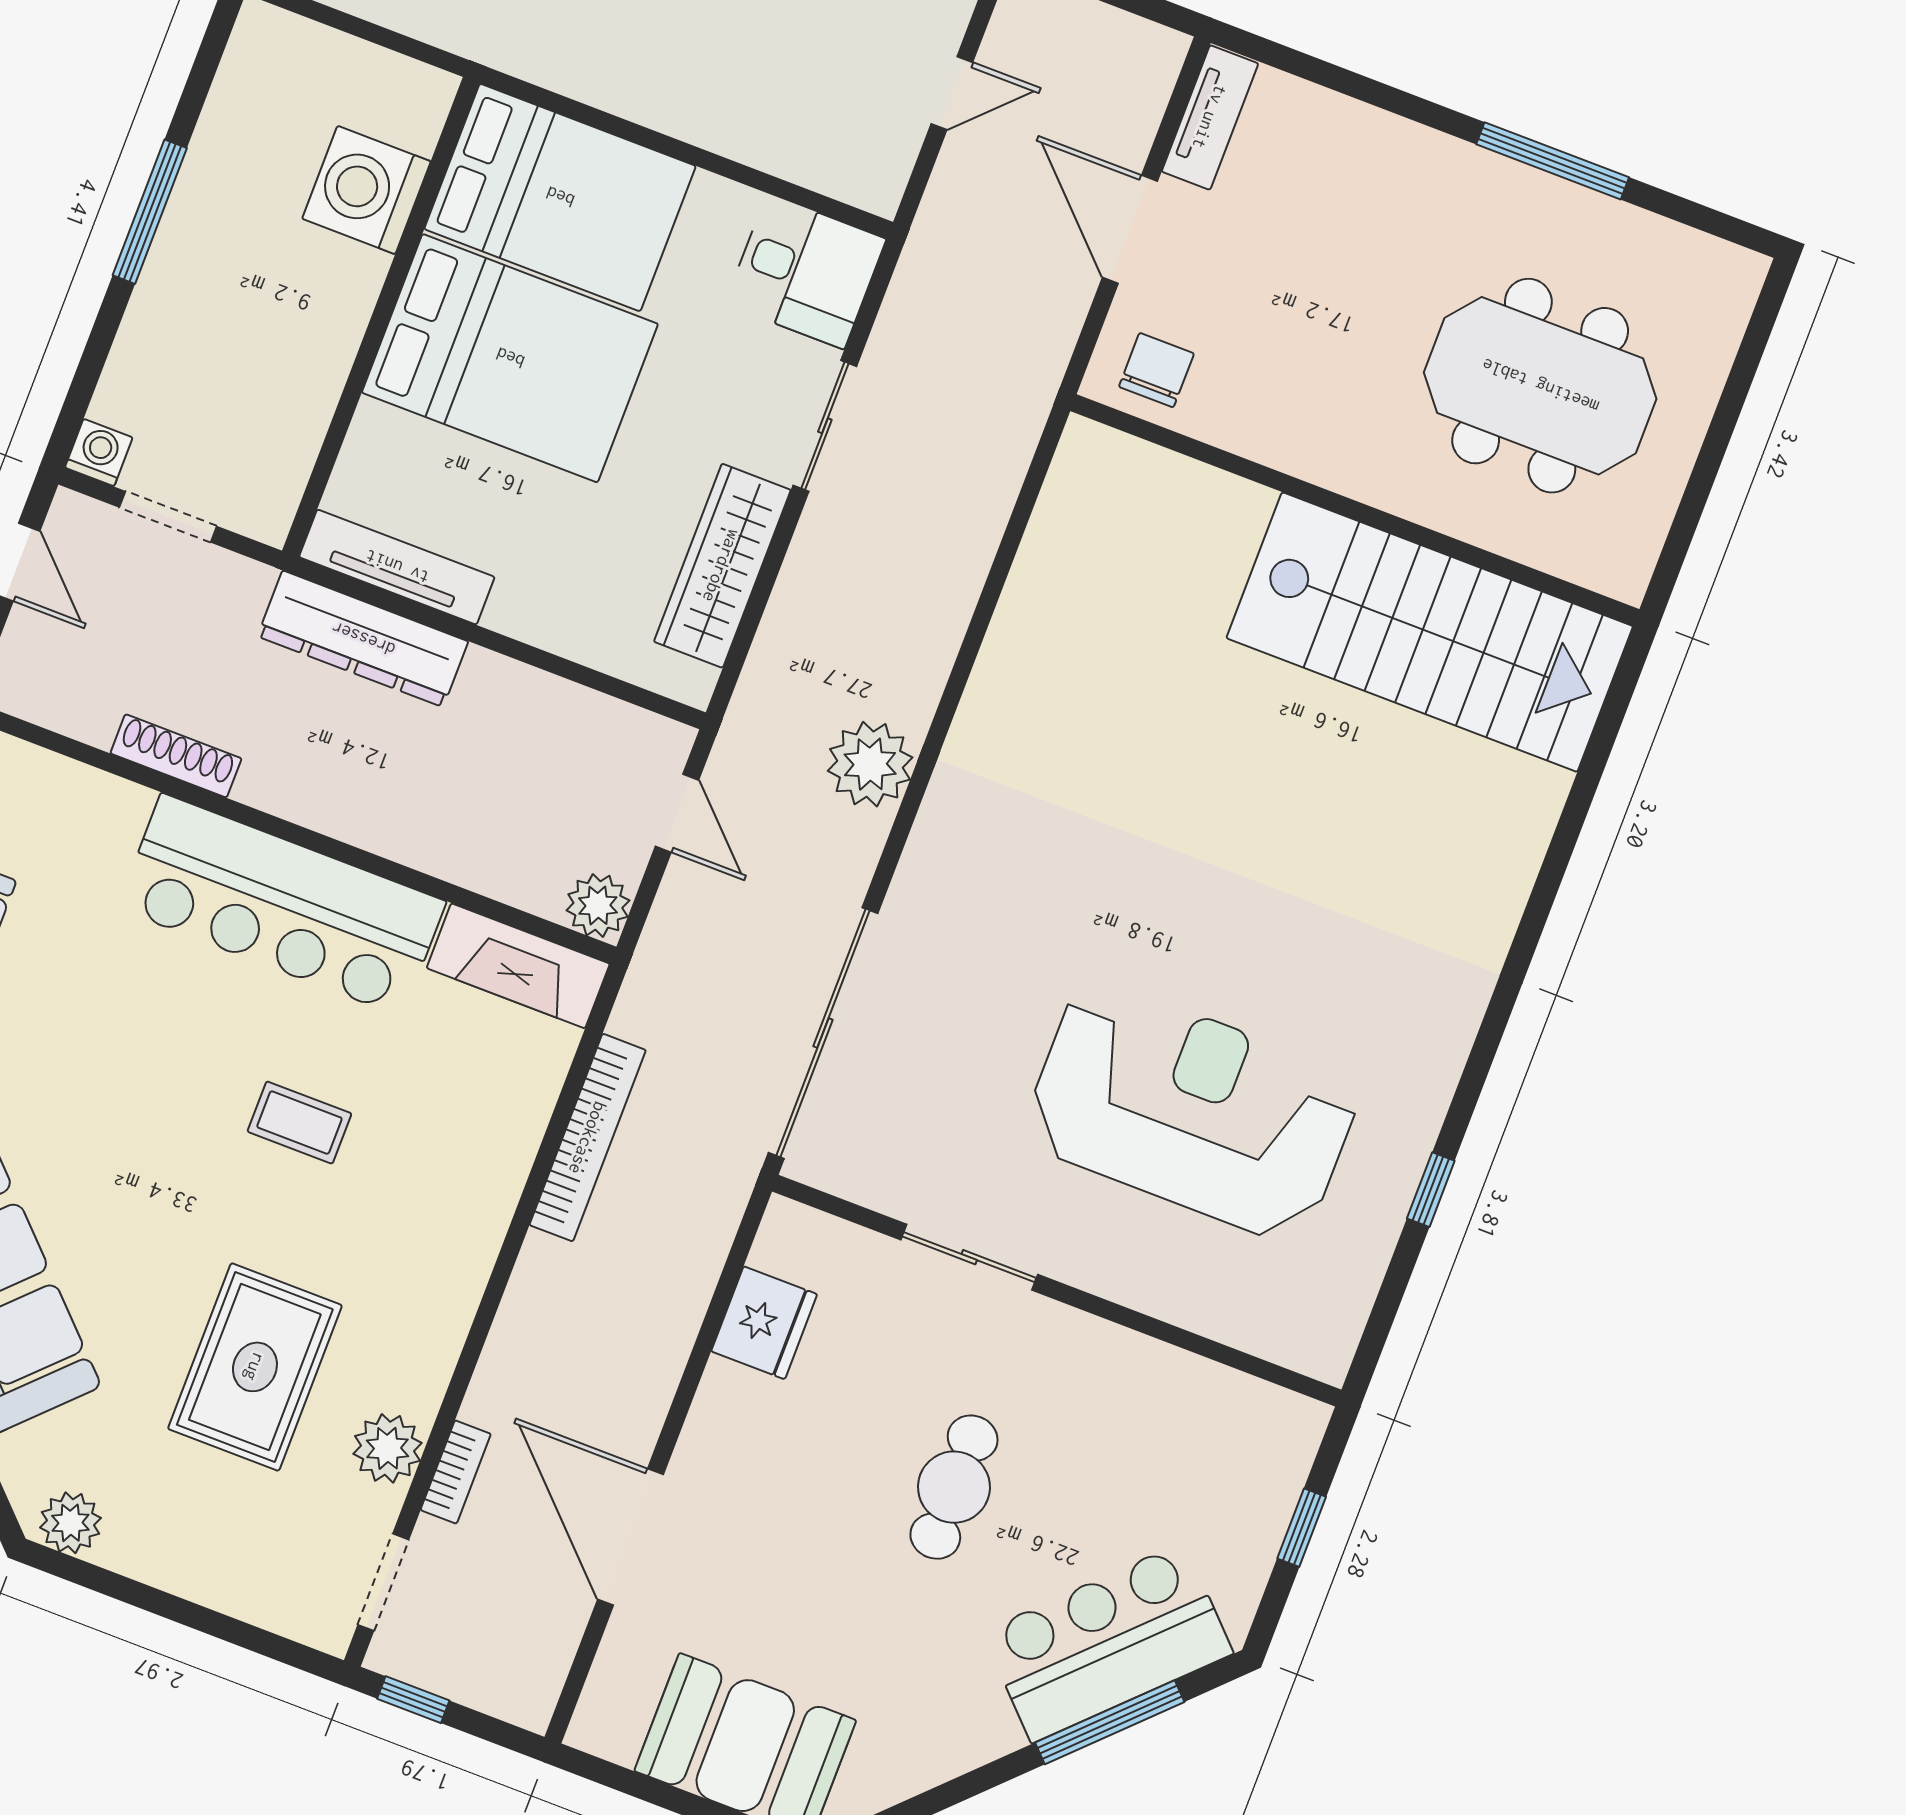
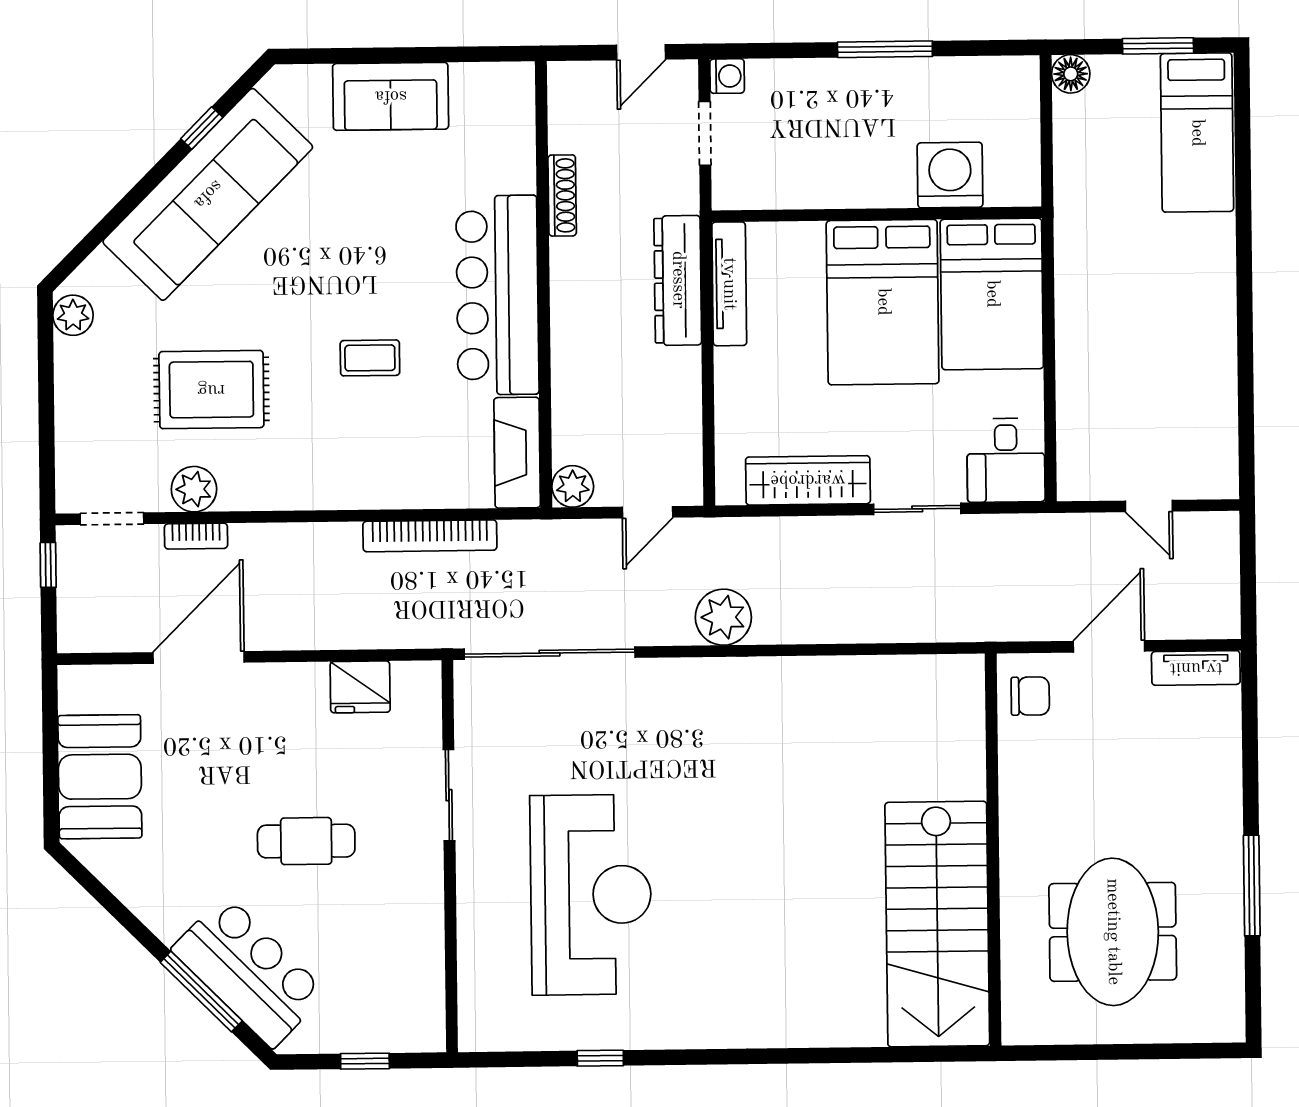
coffee table: (299, 1123) -> (370, 358), turned 90

